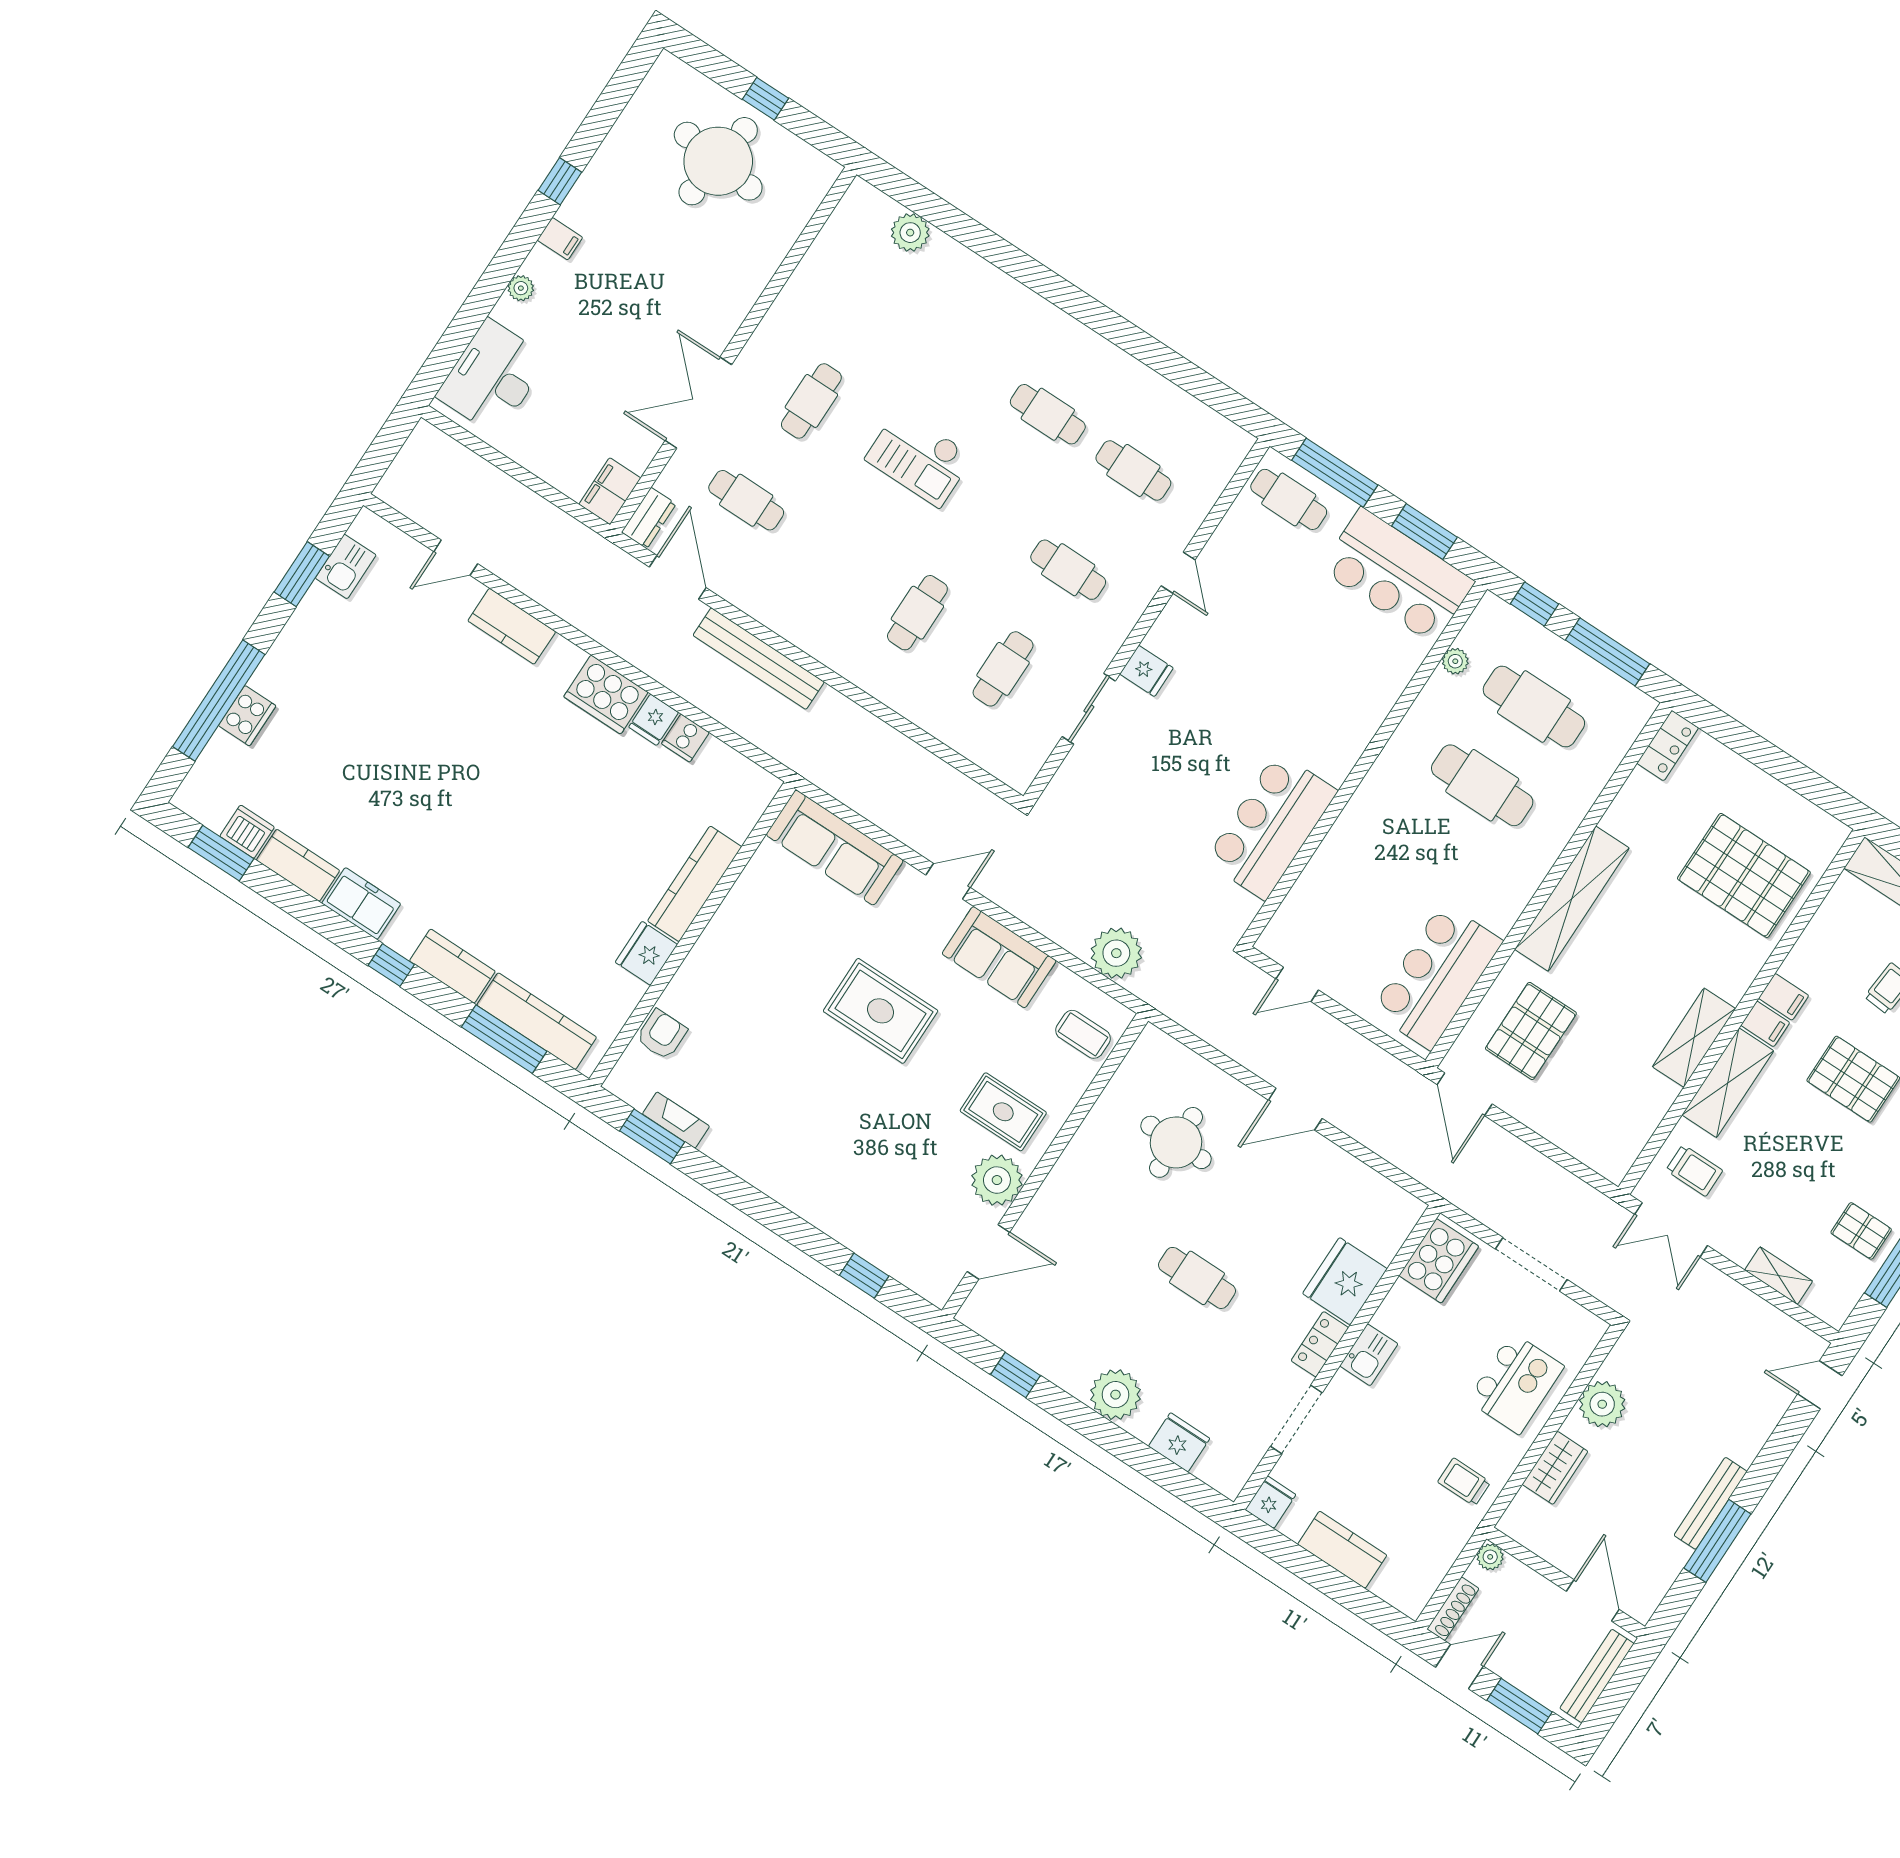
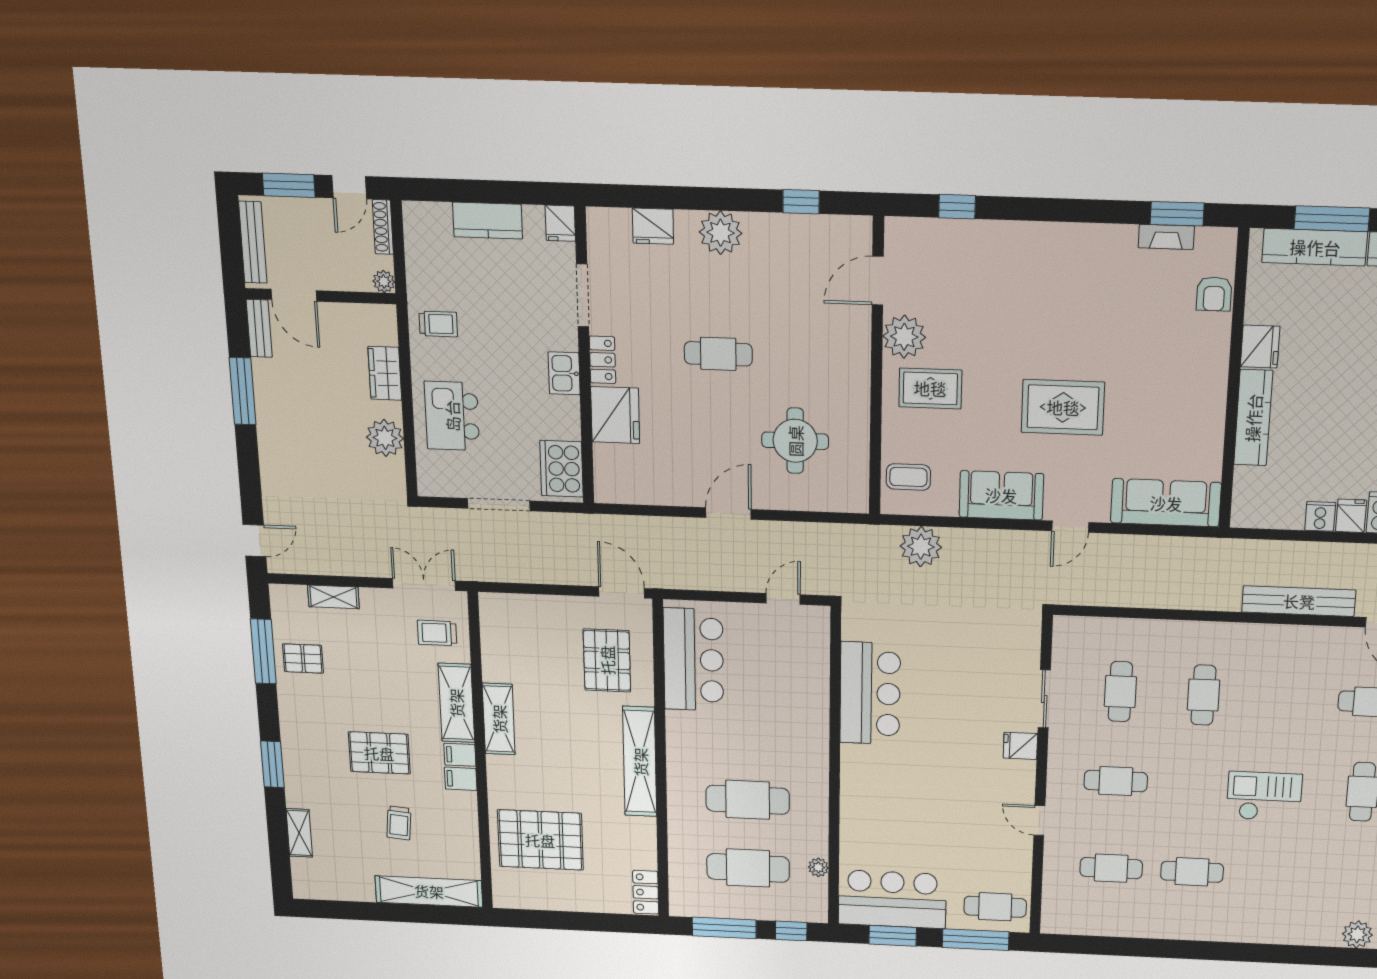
bench: (1711, 1503) -> (259, 328), moved, width x0.73

